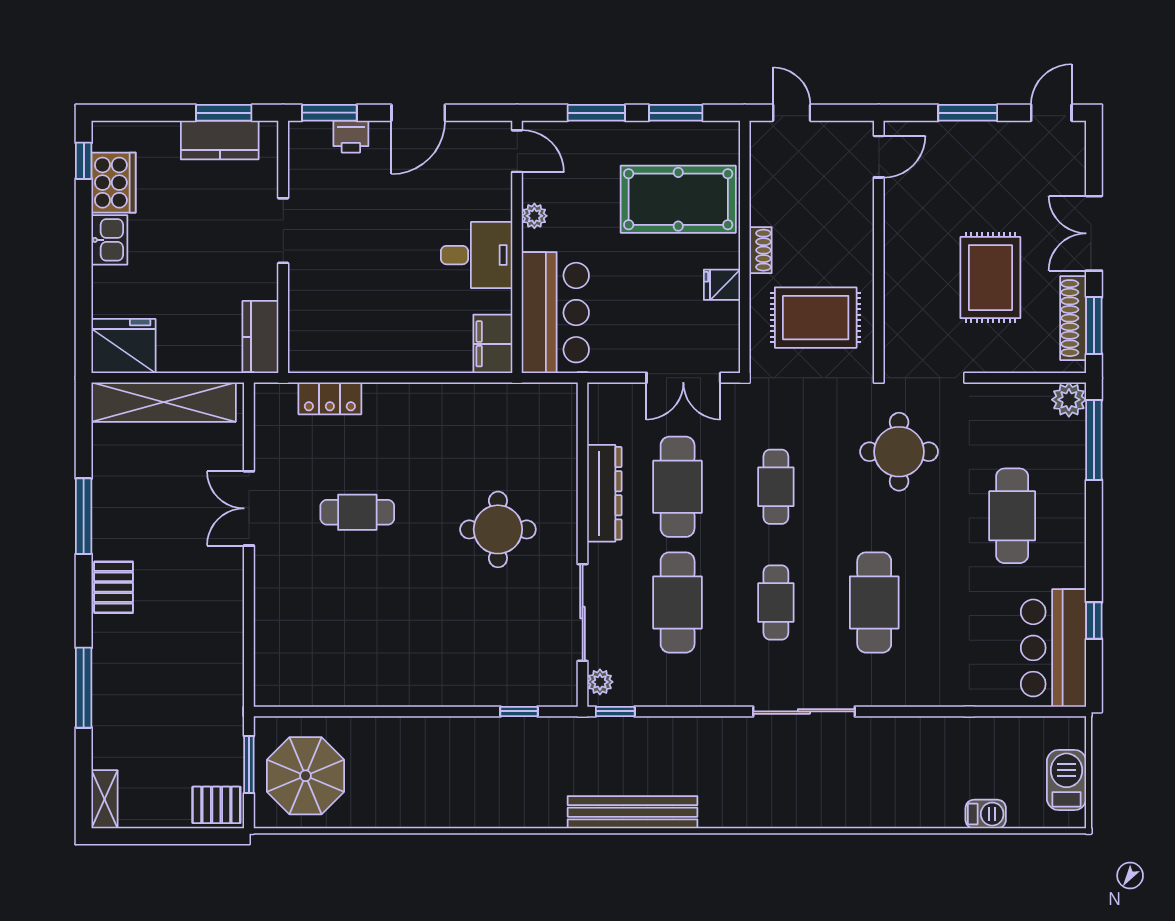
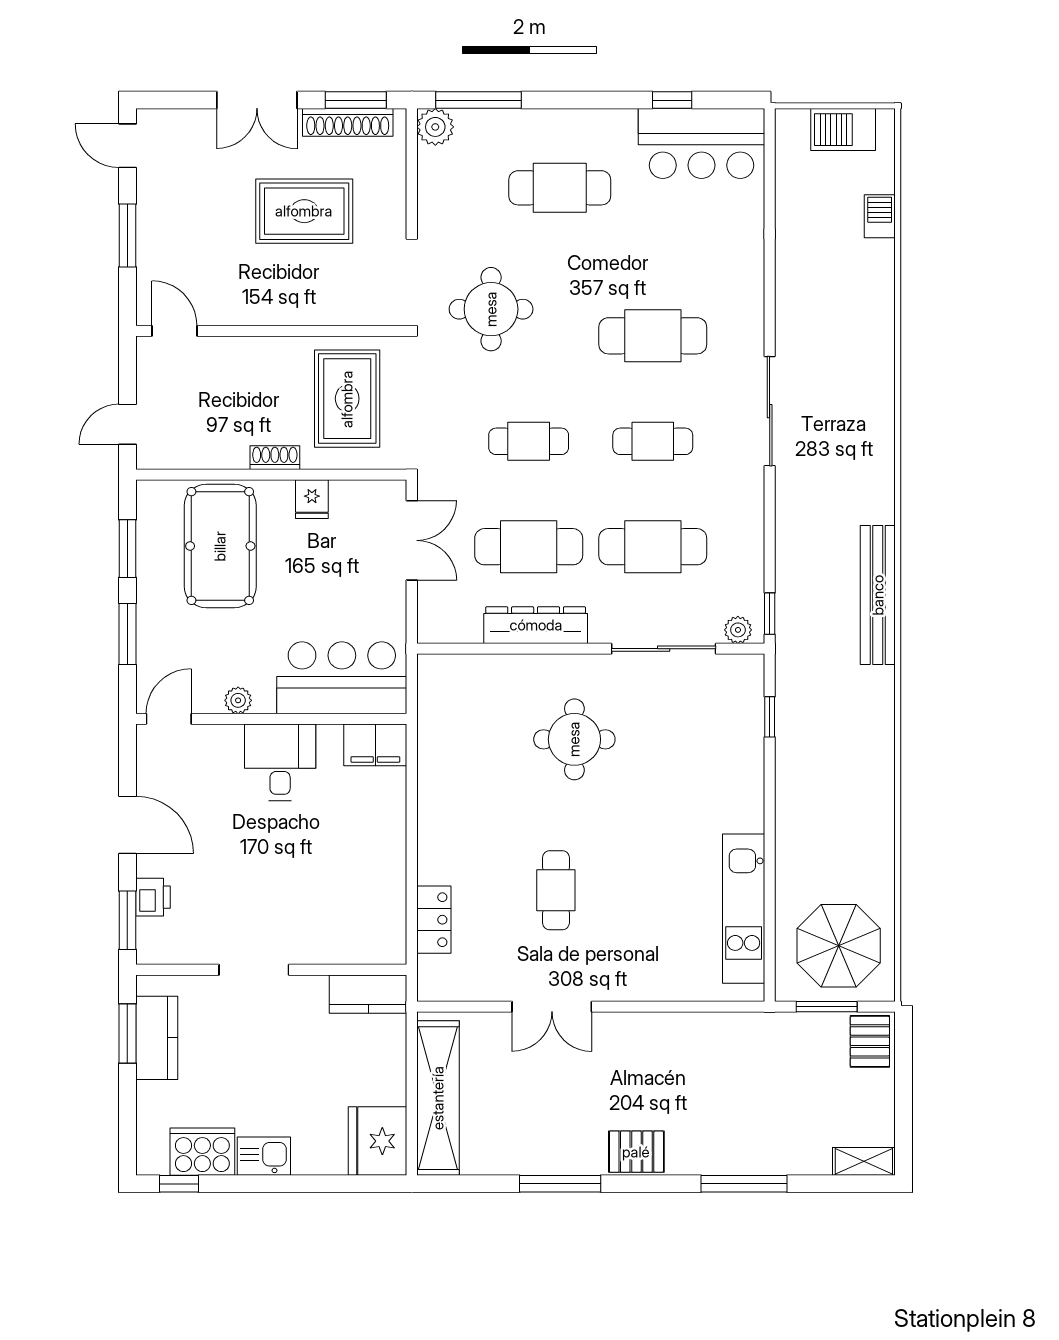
kitchen unit: (340, 687) -> (744, 909), added

